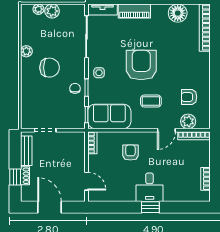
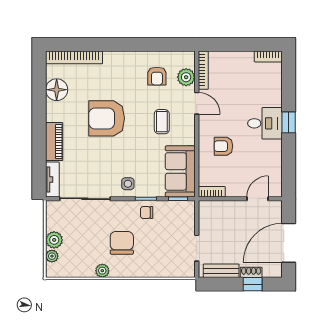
armchair: (141, 65) -> (107, 118), moved
bookcase: (205, 179) -> (268, 56), moved
door: (50, 207) -> (289, 243), width x1.36

